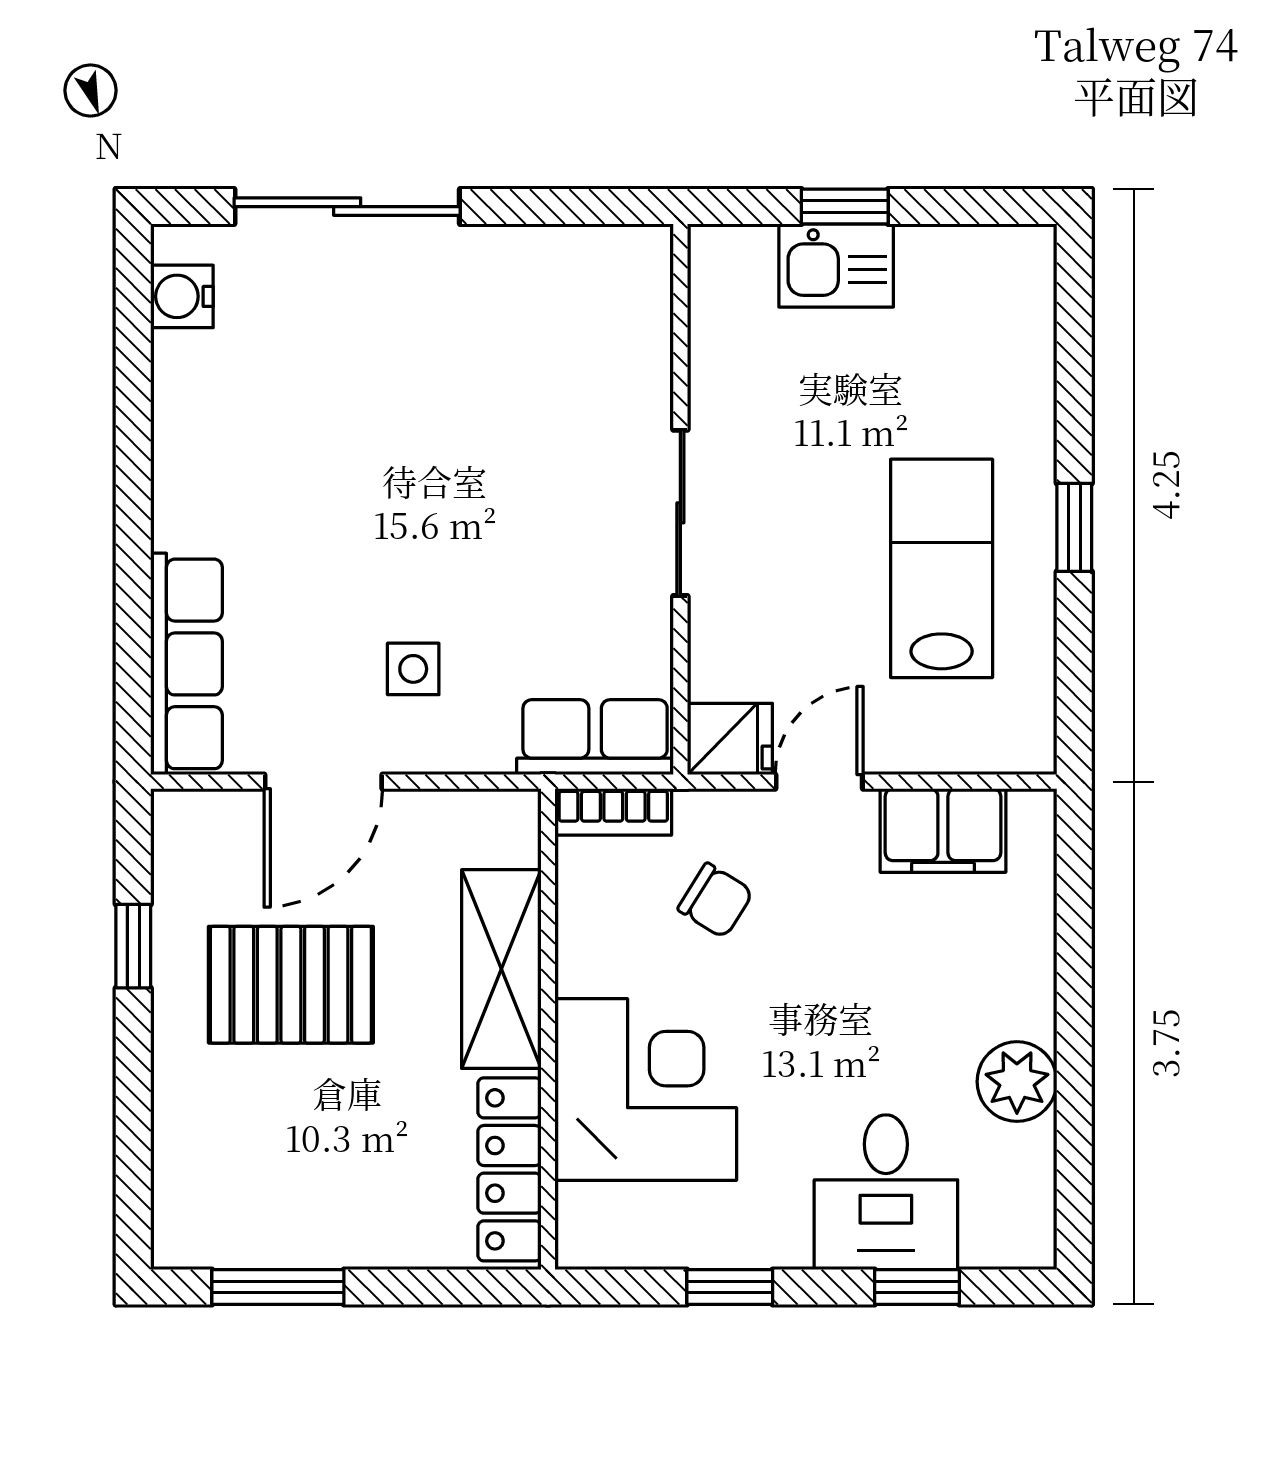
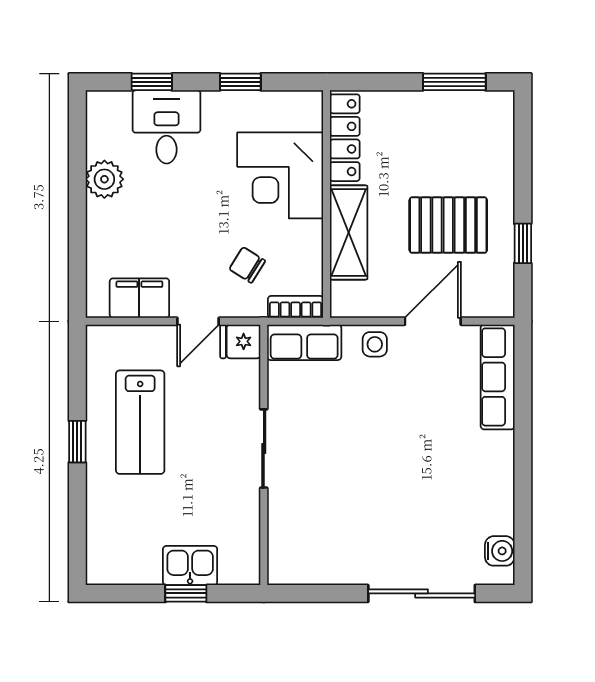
side table: (413, 669) -> (375, 344), moved

